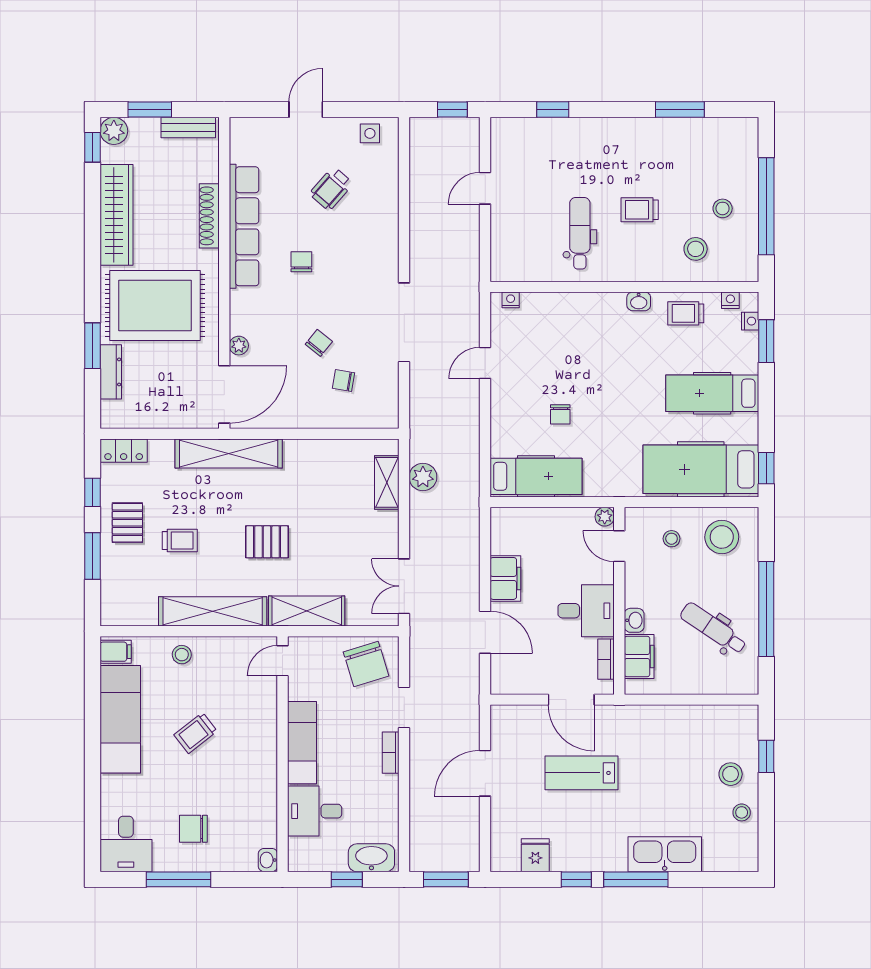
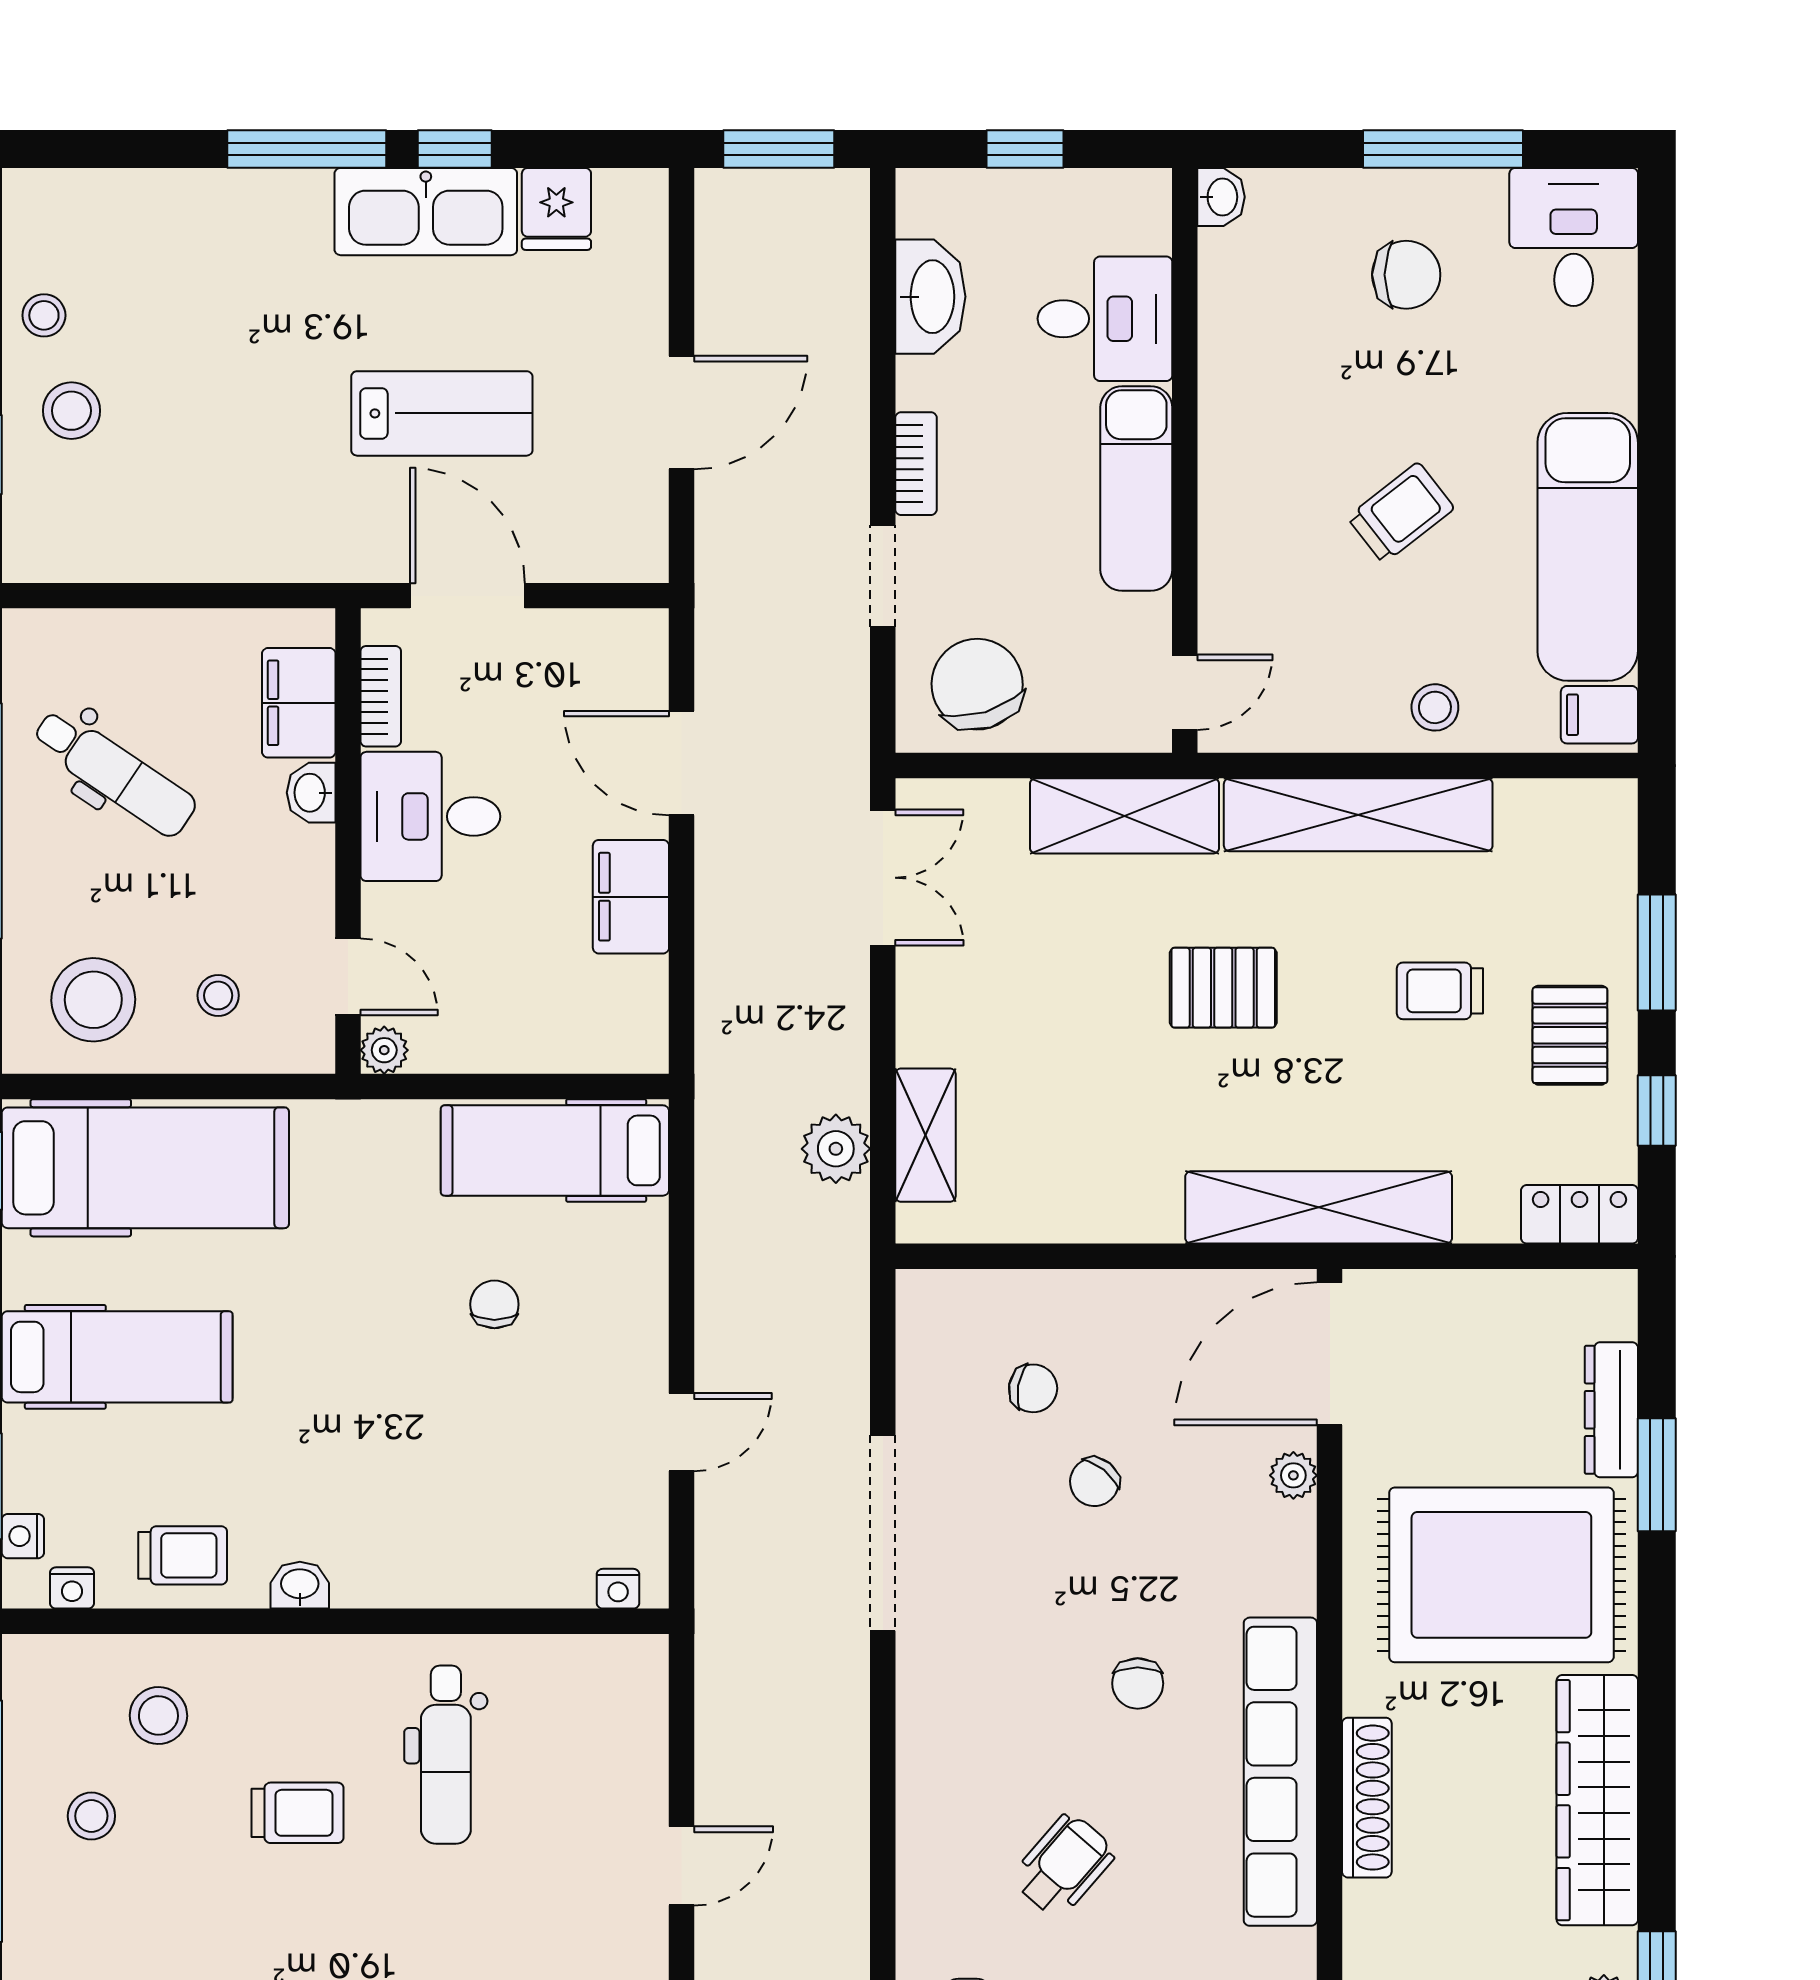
kitchen sink: (665, 854) -> (426, 212), moved
washbasin: (371, 858) -> (930, 297), moved, turned -90

